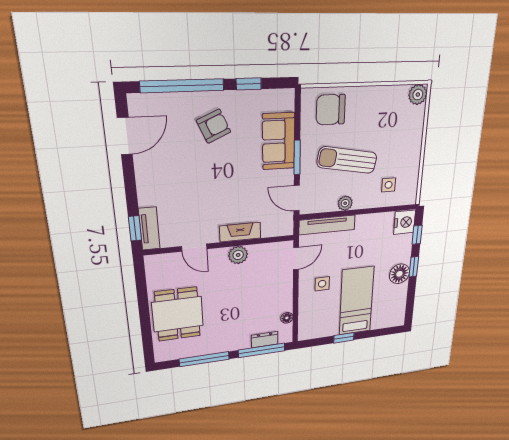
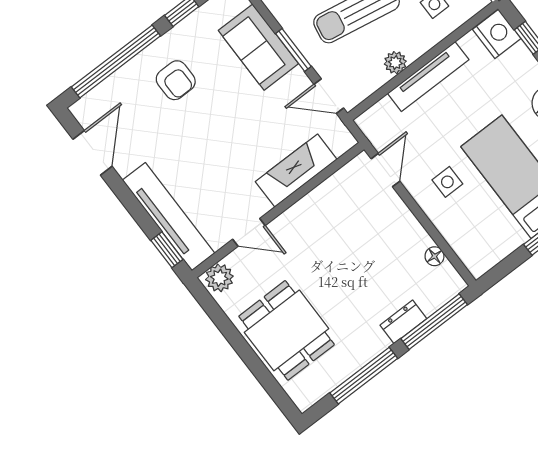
armchair: (214, 126) -> (176, 80), turned 114
tv unit: (327, 225) -> (428, 77), moved
tv unit: (149, 229) -> (169, 217), width x1.92, depth x1.29
fireplace: (240, 232) -> (296, 170), width x1.37, depth x1.32
plant: (238, 255) -> (219, 278), moved
dresser: (265, 340) -> (403, 322), moved

